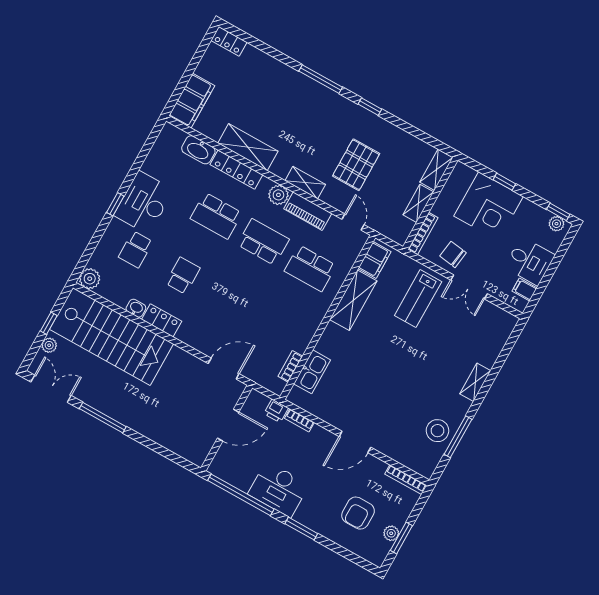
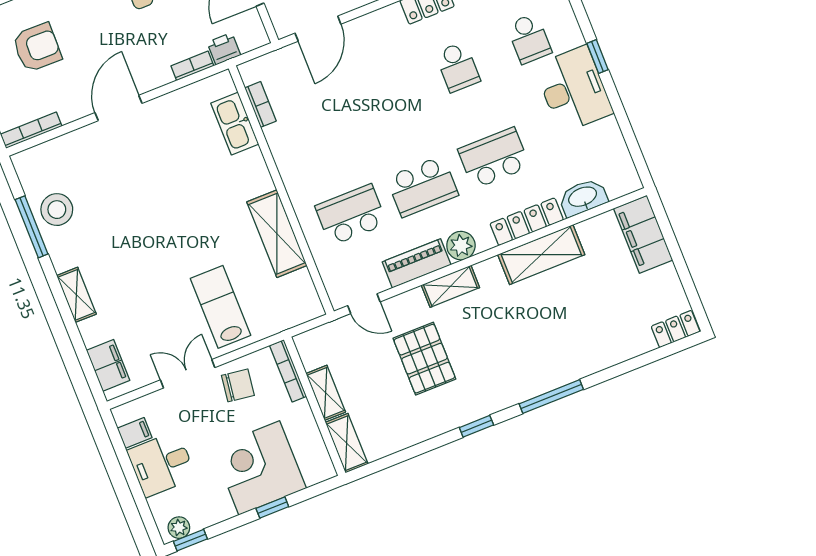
school desk: (136, 249) -> (529, 39), turned 180
filing cabinet: (375, 260) -> (108, 365), moved, turned 180
armchair: (358, 513) -> (37, 47), turned 91

